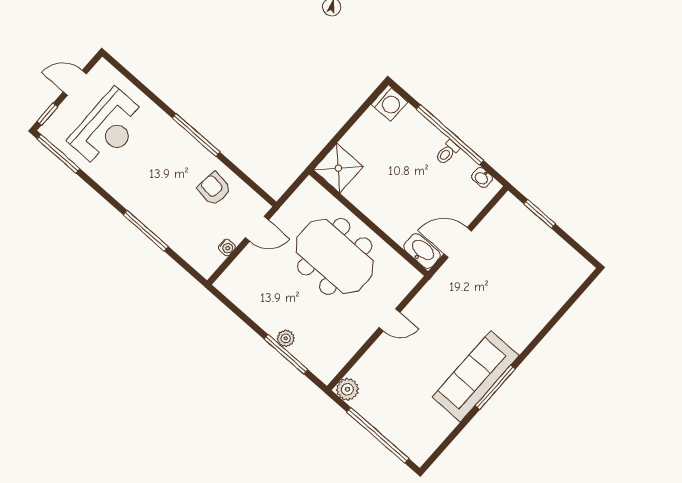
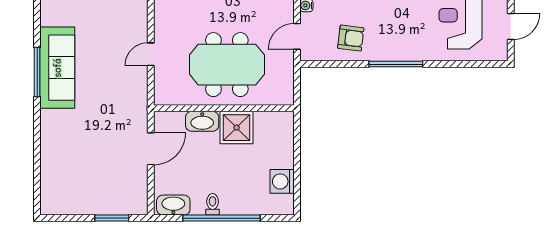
washing machine: (389, 103) -> (282, 181), moved
shower: (338, 168) -> (236, 128), moved
washbasin: (482, 178) -> (173, 205), width x1.91, depth x1.45
washbasin: (422, 251) -> (202, 121), moved

